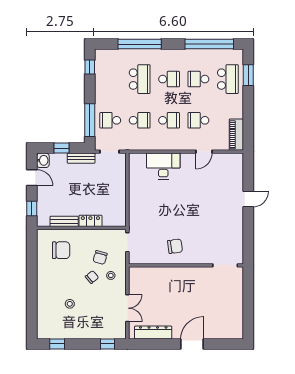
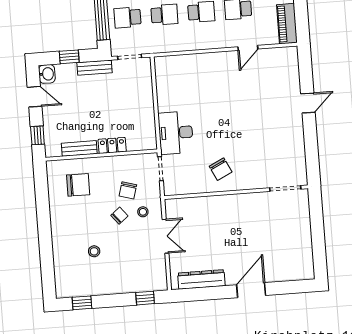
desk: (163, 166) -> (176, 133), moved, turned -90
chair: (175, 246) -> (221, 169), turned 72
double door: (127, 308) -> (166, 236), moved

